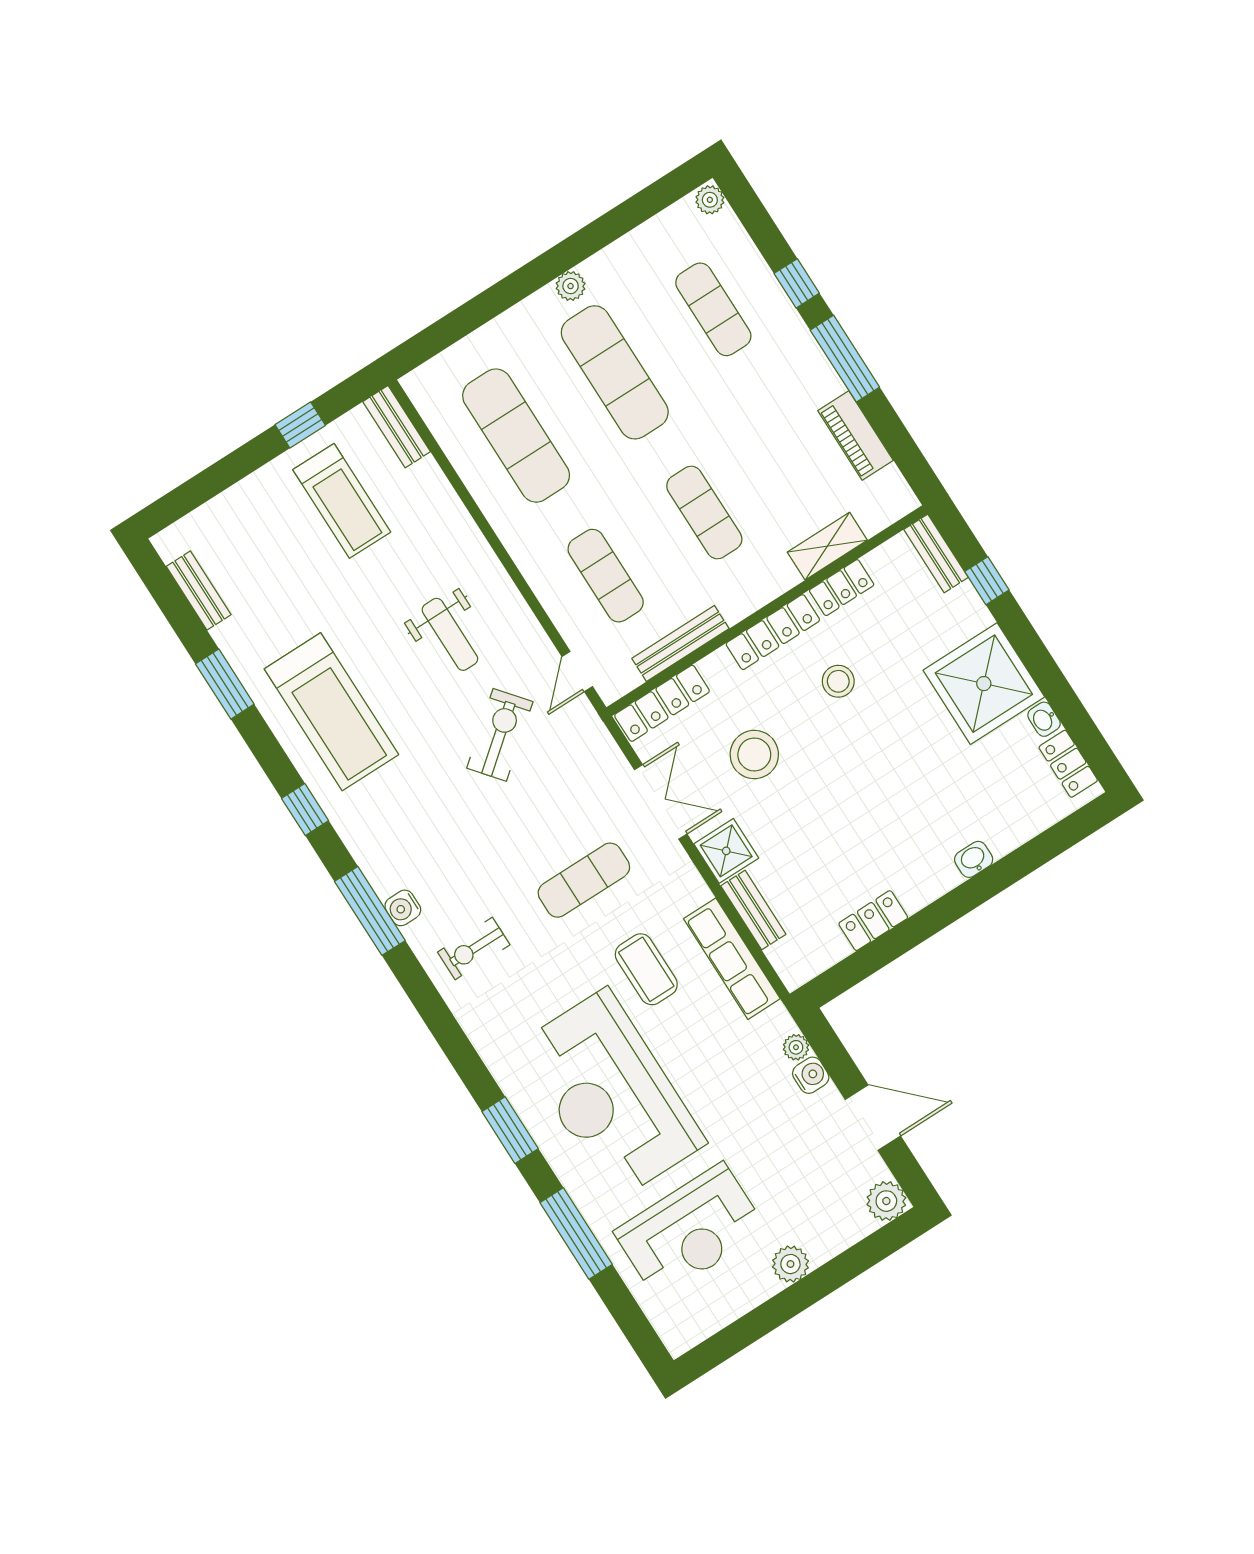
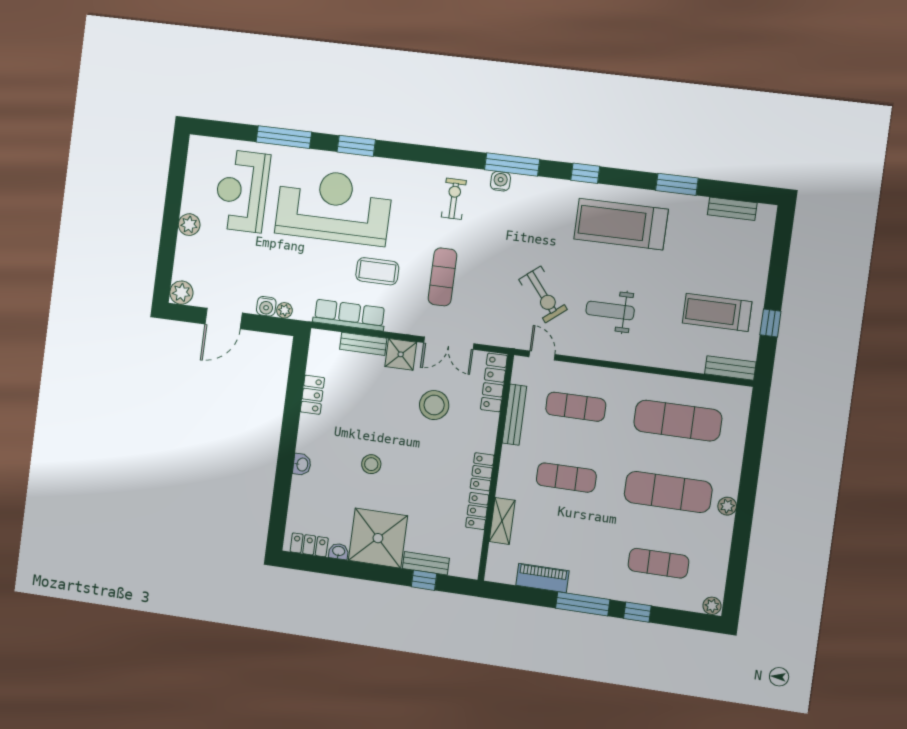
bench: (936, 553) -> (426, 563), moved
locker: (773, 632) -> (482, 472), width x0.66
stool: (838, 681) -> (371, 464), moved

